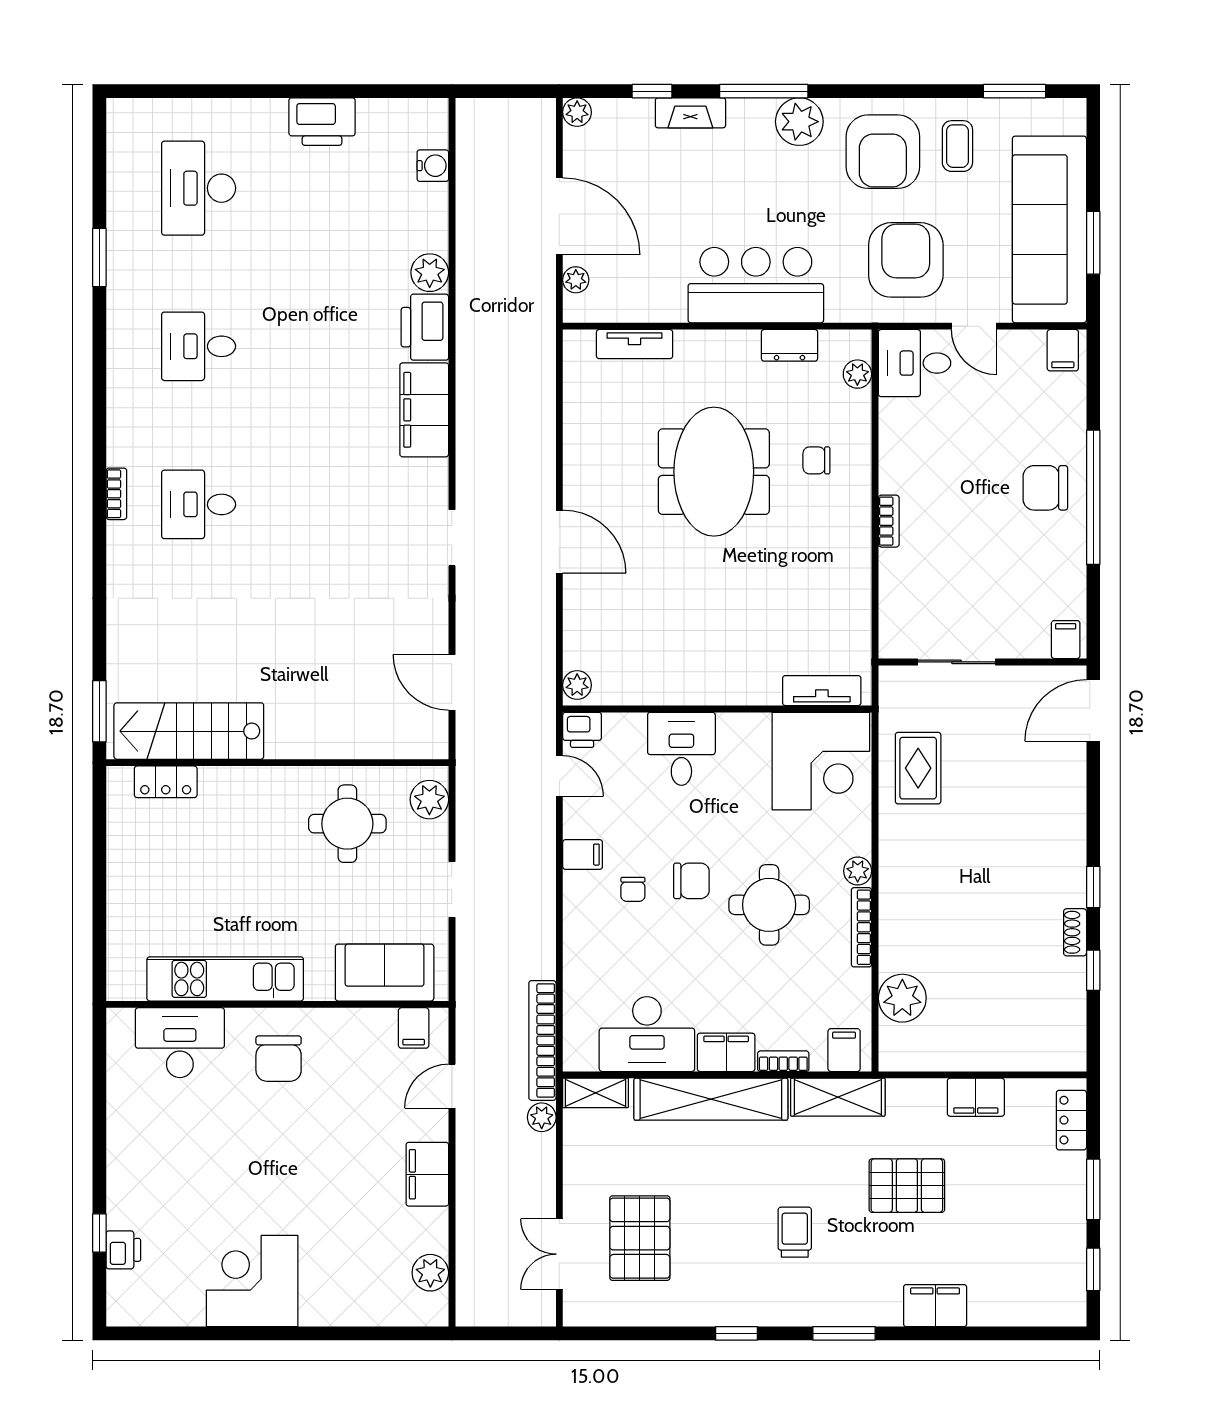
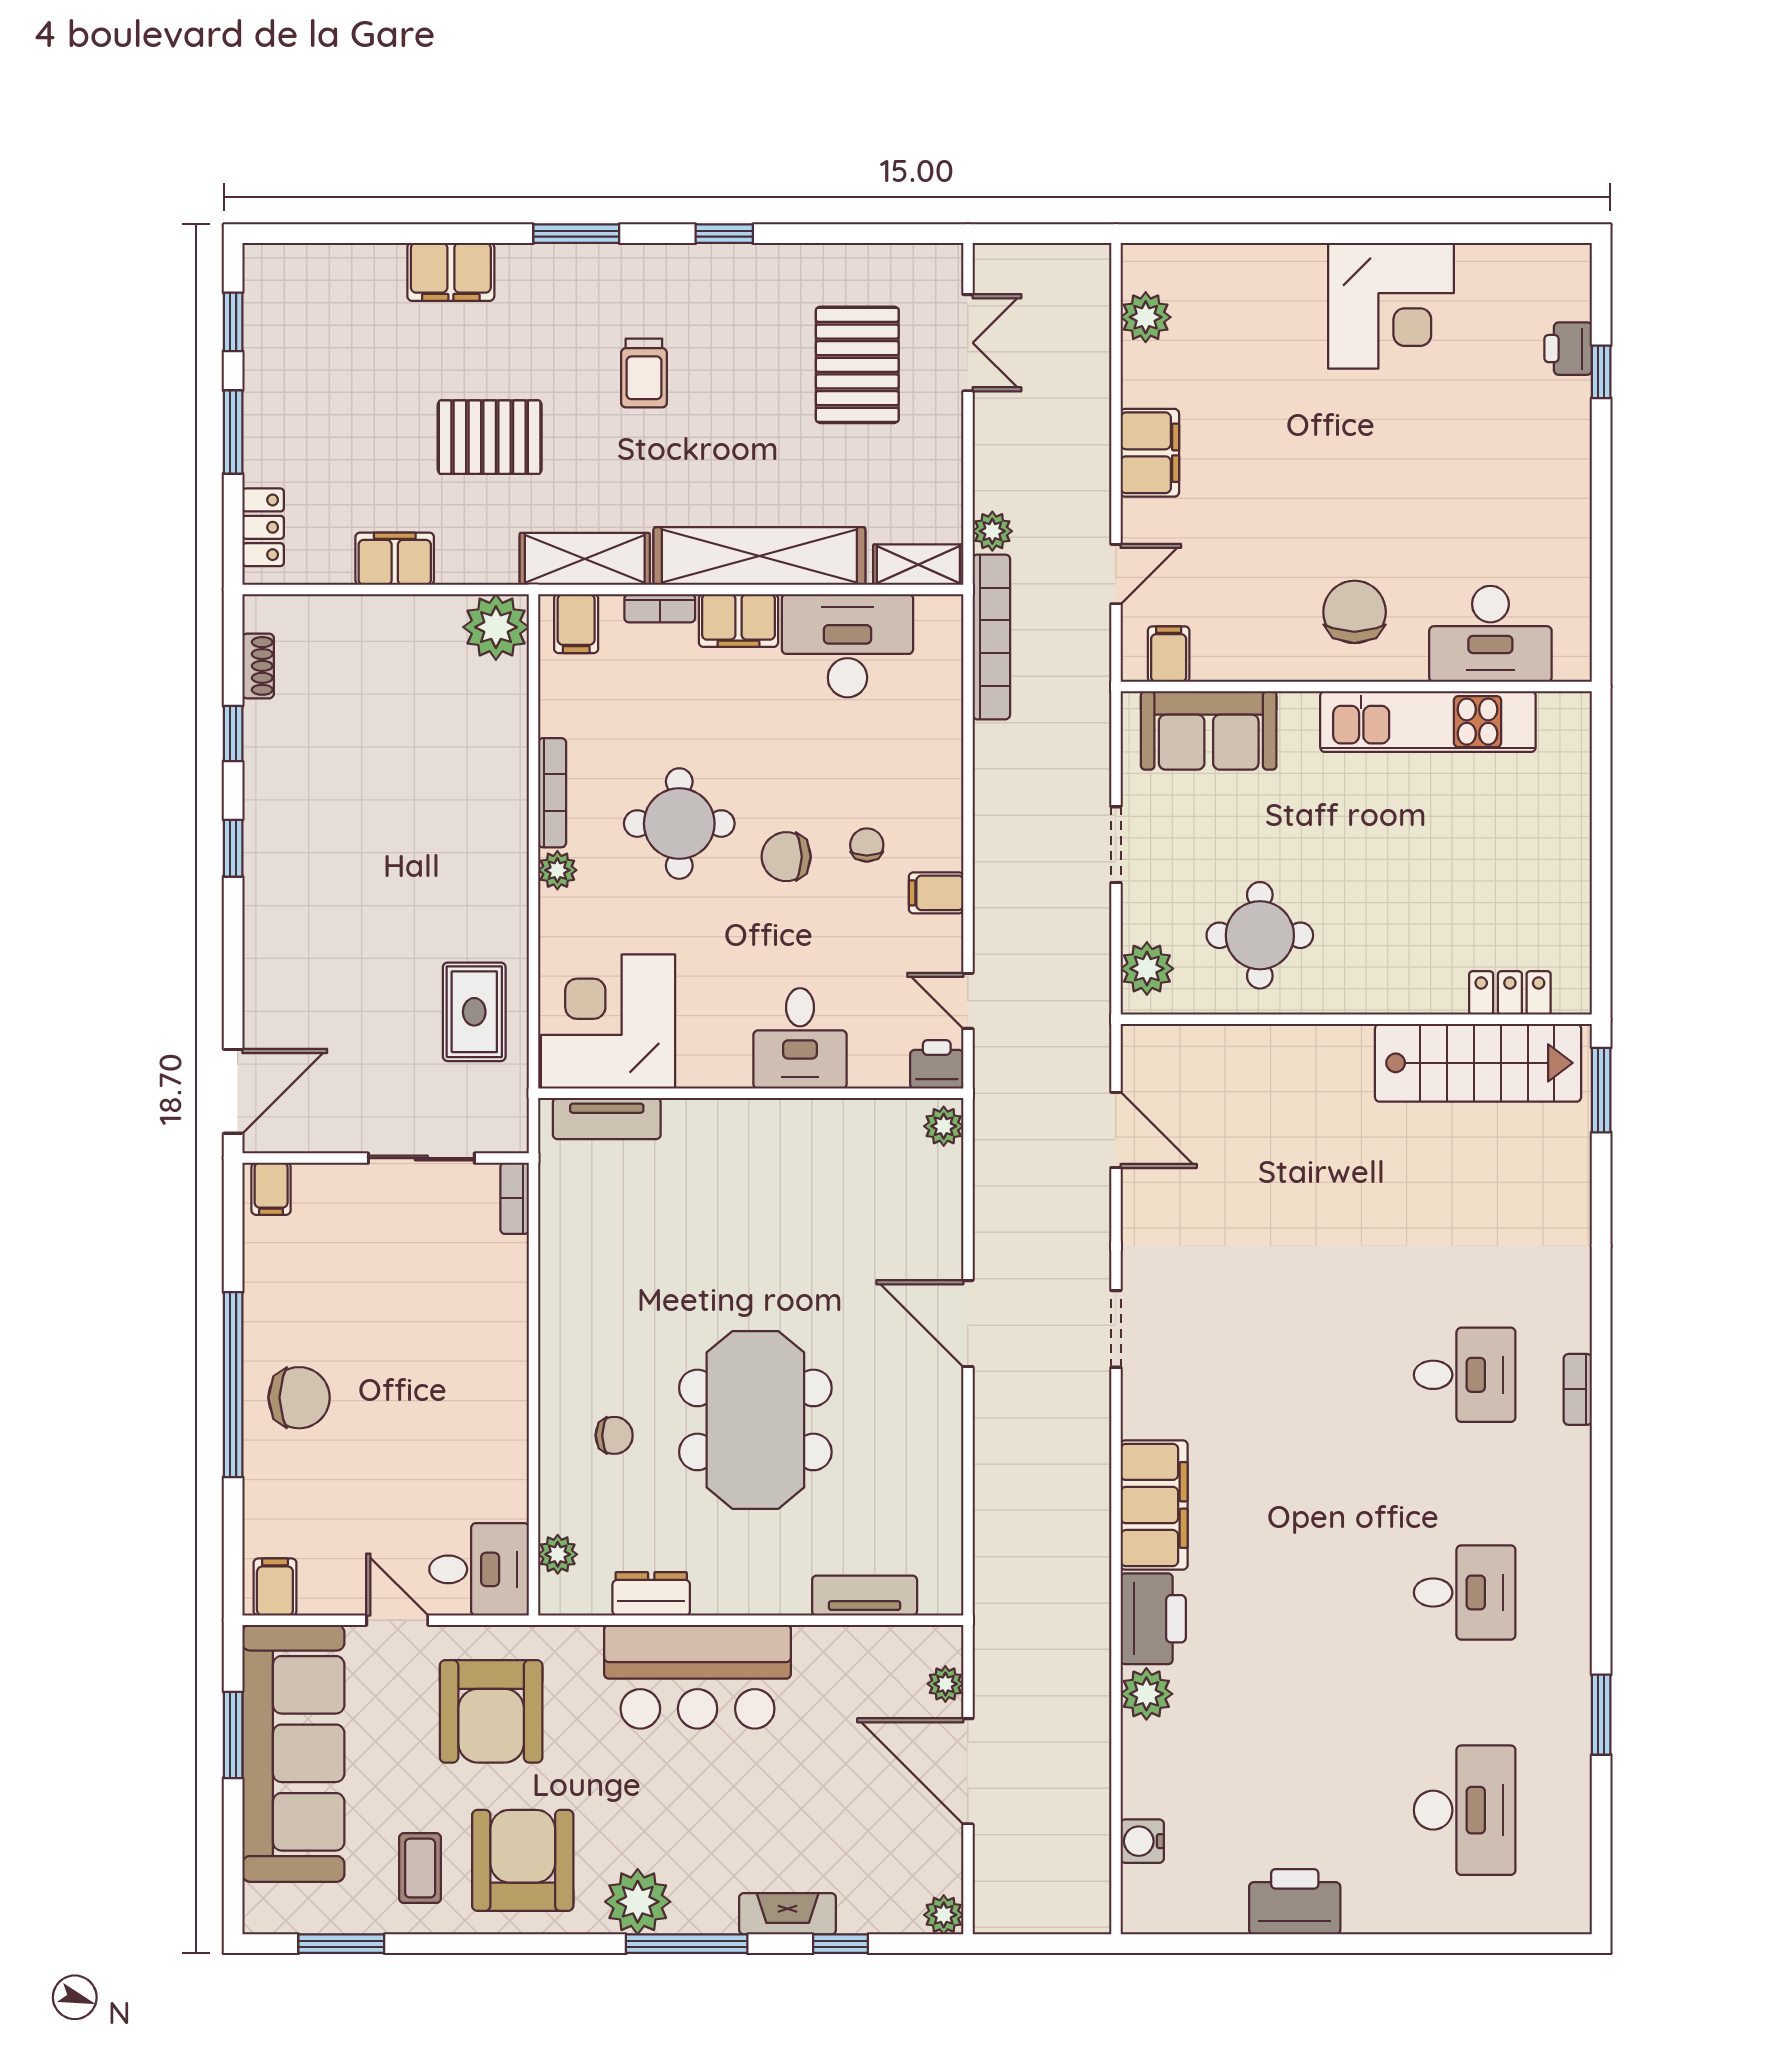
bookcase: (889, 521) -> (515, 1198), moved
shoe rack: (1075, 932) -> (258, 666), moved
plant: (902, 998) -> (496, 627), moved

